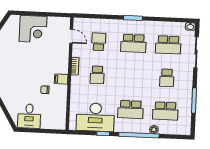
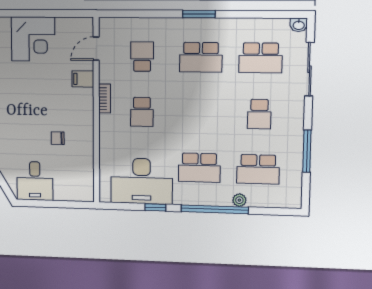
door: (71, 36) -> (96, 49), swing flipped
filing cabinet: (61, 79) -> (83, 79), moved

